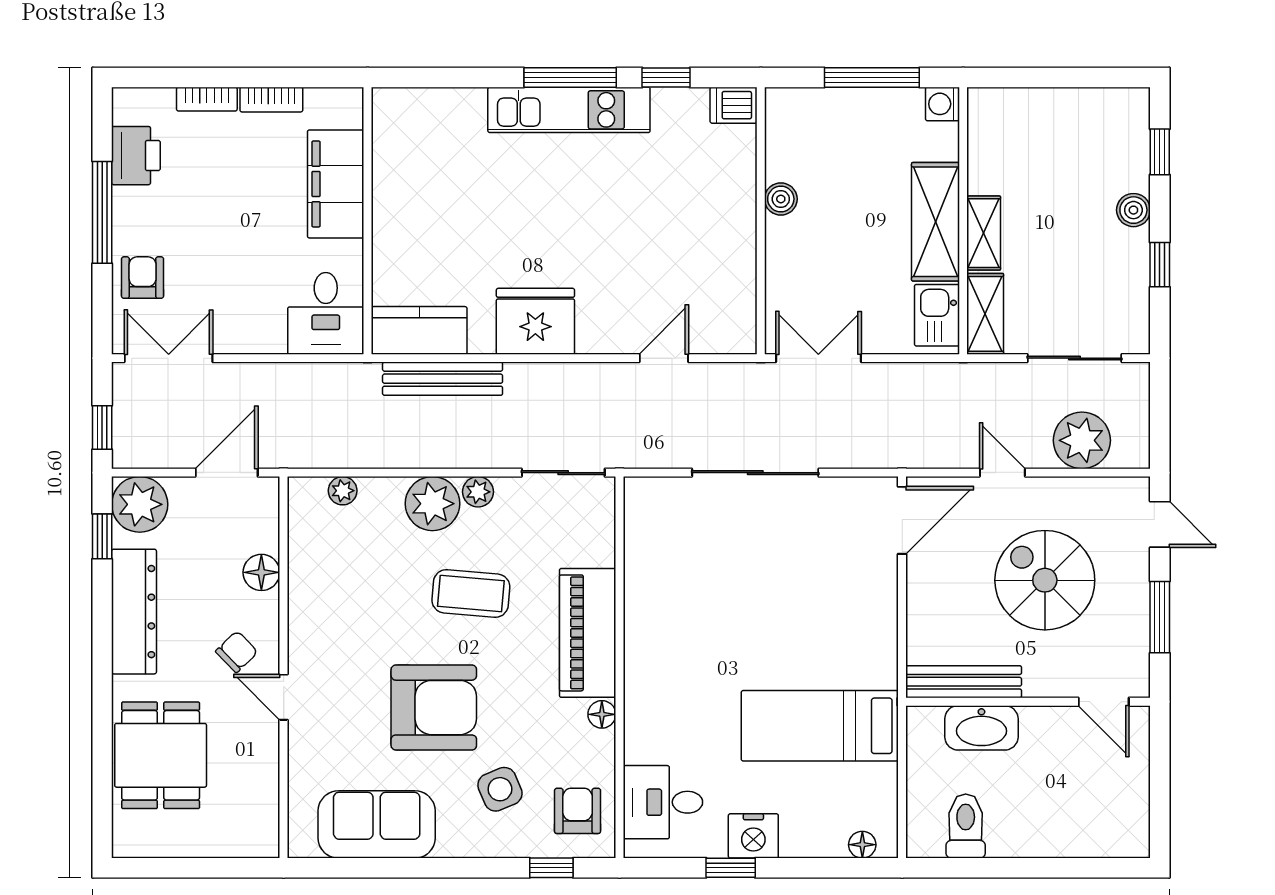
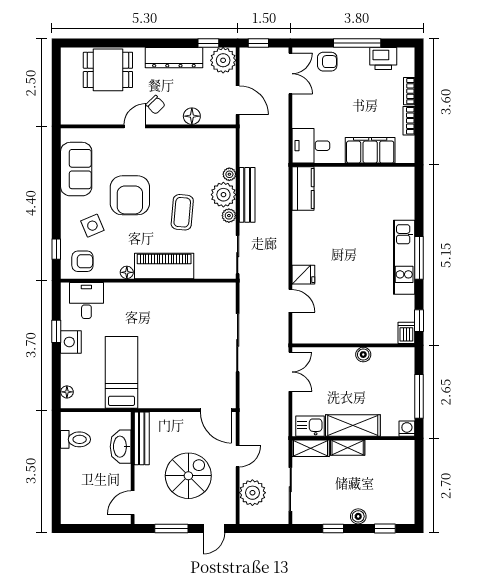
window: (666, 77) -> (419, 321), moved
fridge: (535, 321) -> (303, 275), moved, width x0.53, depth x0.75
bench: (443, 379) -> (247, 195), moved
plant: (343, 491) -> (229, 174), moved

